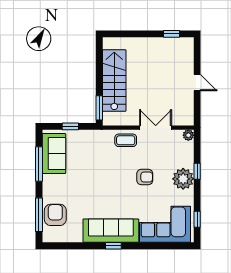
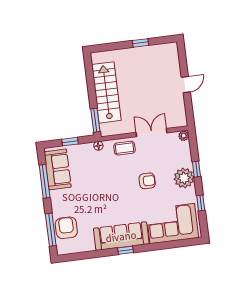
window: (171, 34) -> (140, 43), moved
door: (197, 83) -> (186, 85), hinge flipped
floor lamp: (99, 134) -> (98, 146), added
window: (197, 219) -> (201, 203), moved

